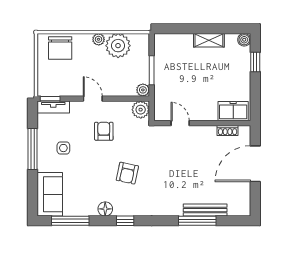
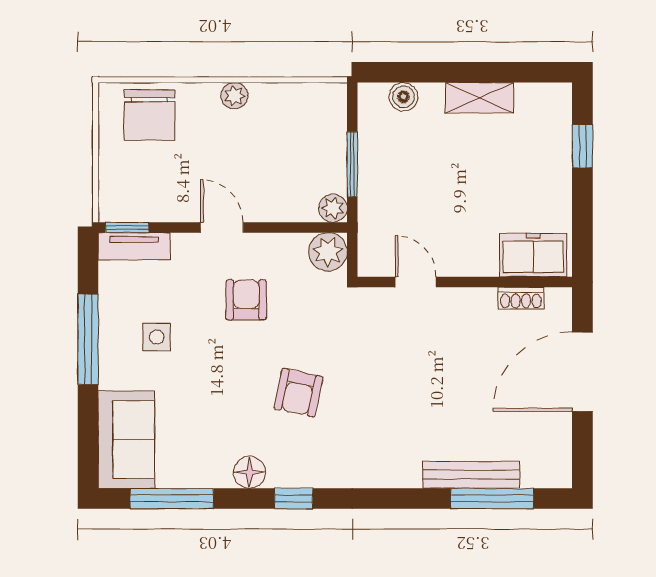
boiler: (244, 40) -> (403, 97), moved
plant: (118, 46) -> (278, 110), removed
window: (197, 221) -> (492, 499), moved

